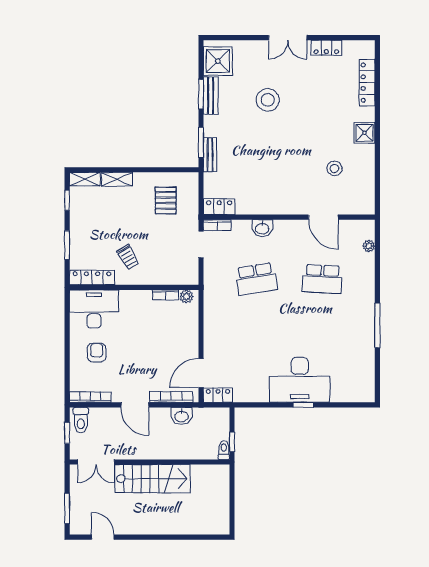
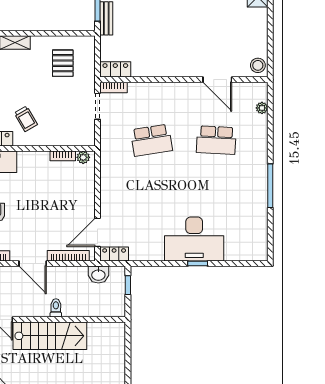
stool: (334, 168) -> (258, 65), moved
washbasin: (262, 228) -> (157, 90), removed
washbasin: (182, 416) -> (98, 275), moved
window: (232, 442) -> (128, 285), moved
toilet: (224, 450) -> (56, 308), moved

